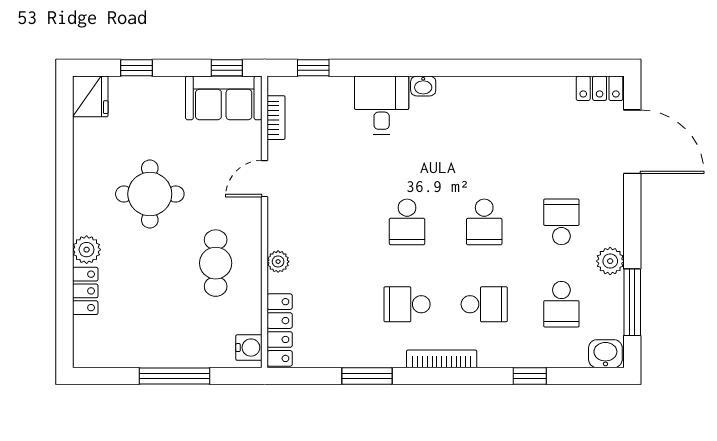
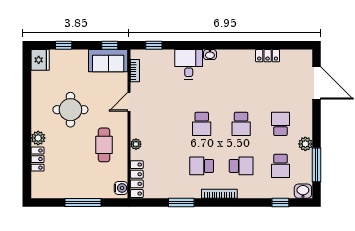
locker: (600, 88) -> (268, 56), moved
window: (530, 376) -> (280, 203), moved

